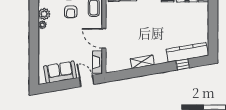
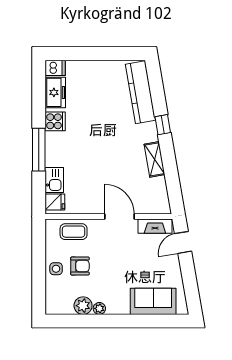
door: (104, 38) -> (120, 217), swing flipped
window: (183, 64) -> (163, 125), moved
sofa: (60, 72) -> (153, 301), moved, turned 100

